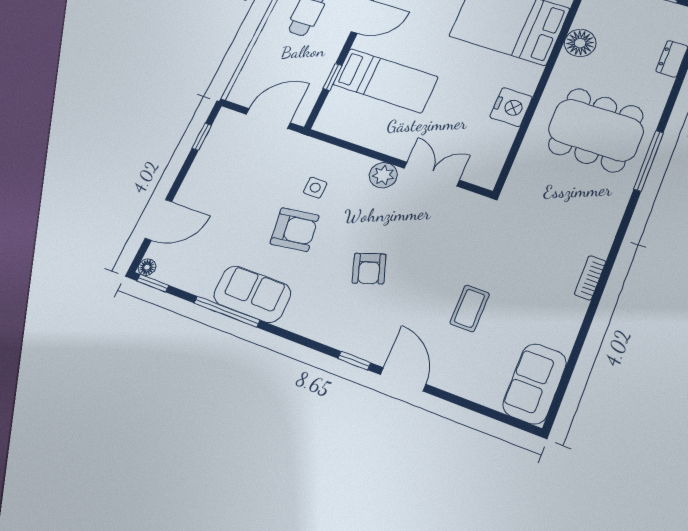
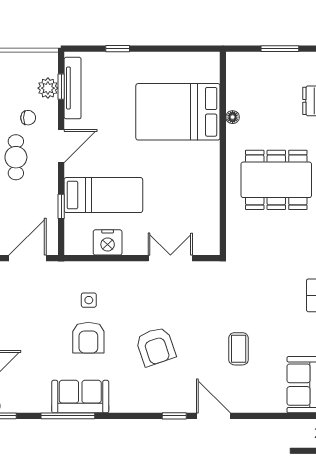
floor lamp: (580, 43) -> (233, 117), width x0.53, depth x0.53
nightstand: (511, 107) -> (108, 242), moved, turned 90
plant: (383, 175) -> (135, 272), removed
armchair: (295, 230) -> (88, 338), turned 98
armchair: (369, 269) -> (156, 346), width x1.38, depth x1.38

